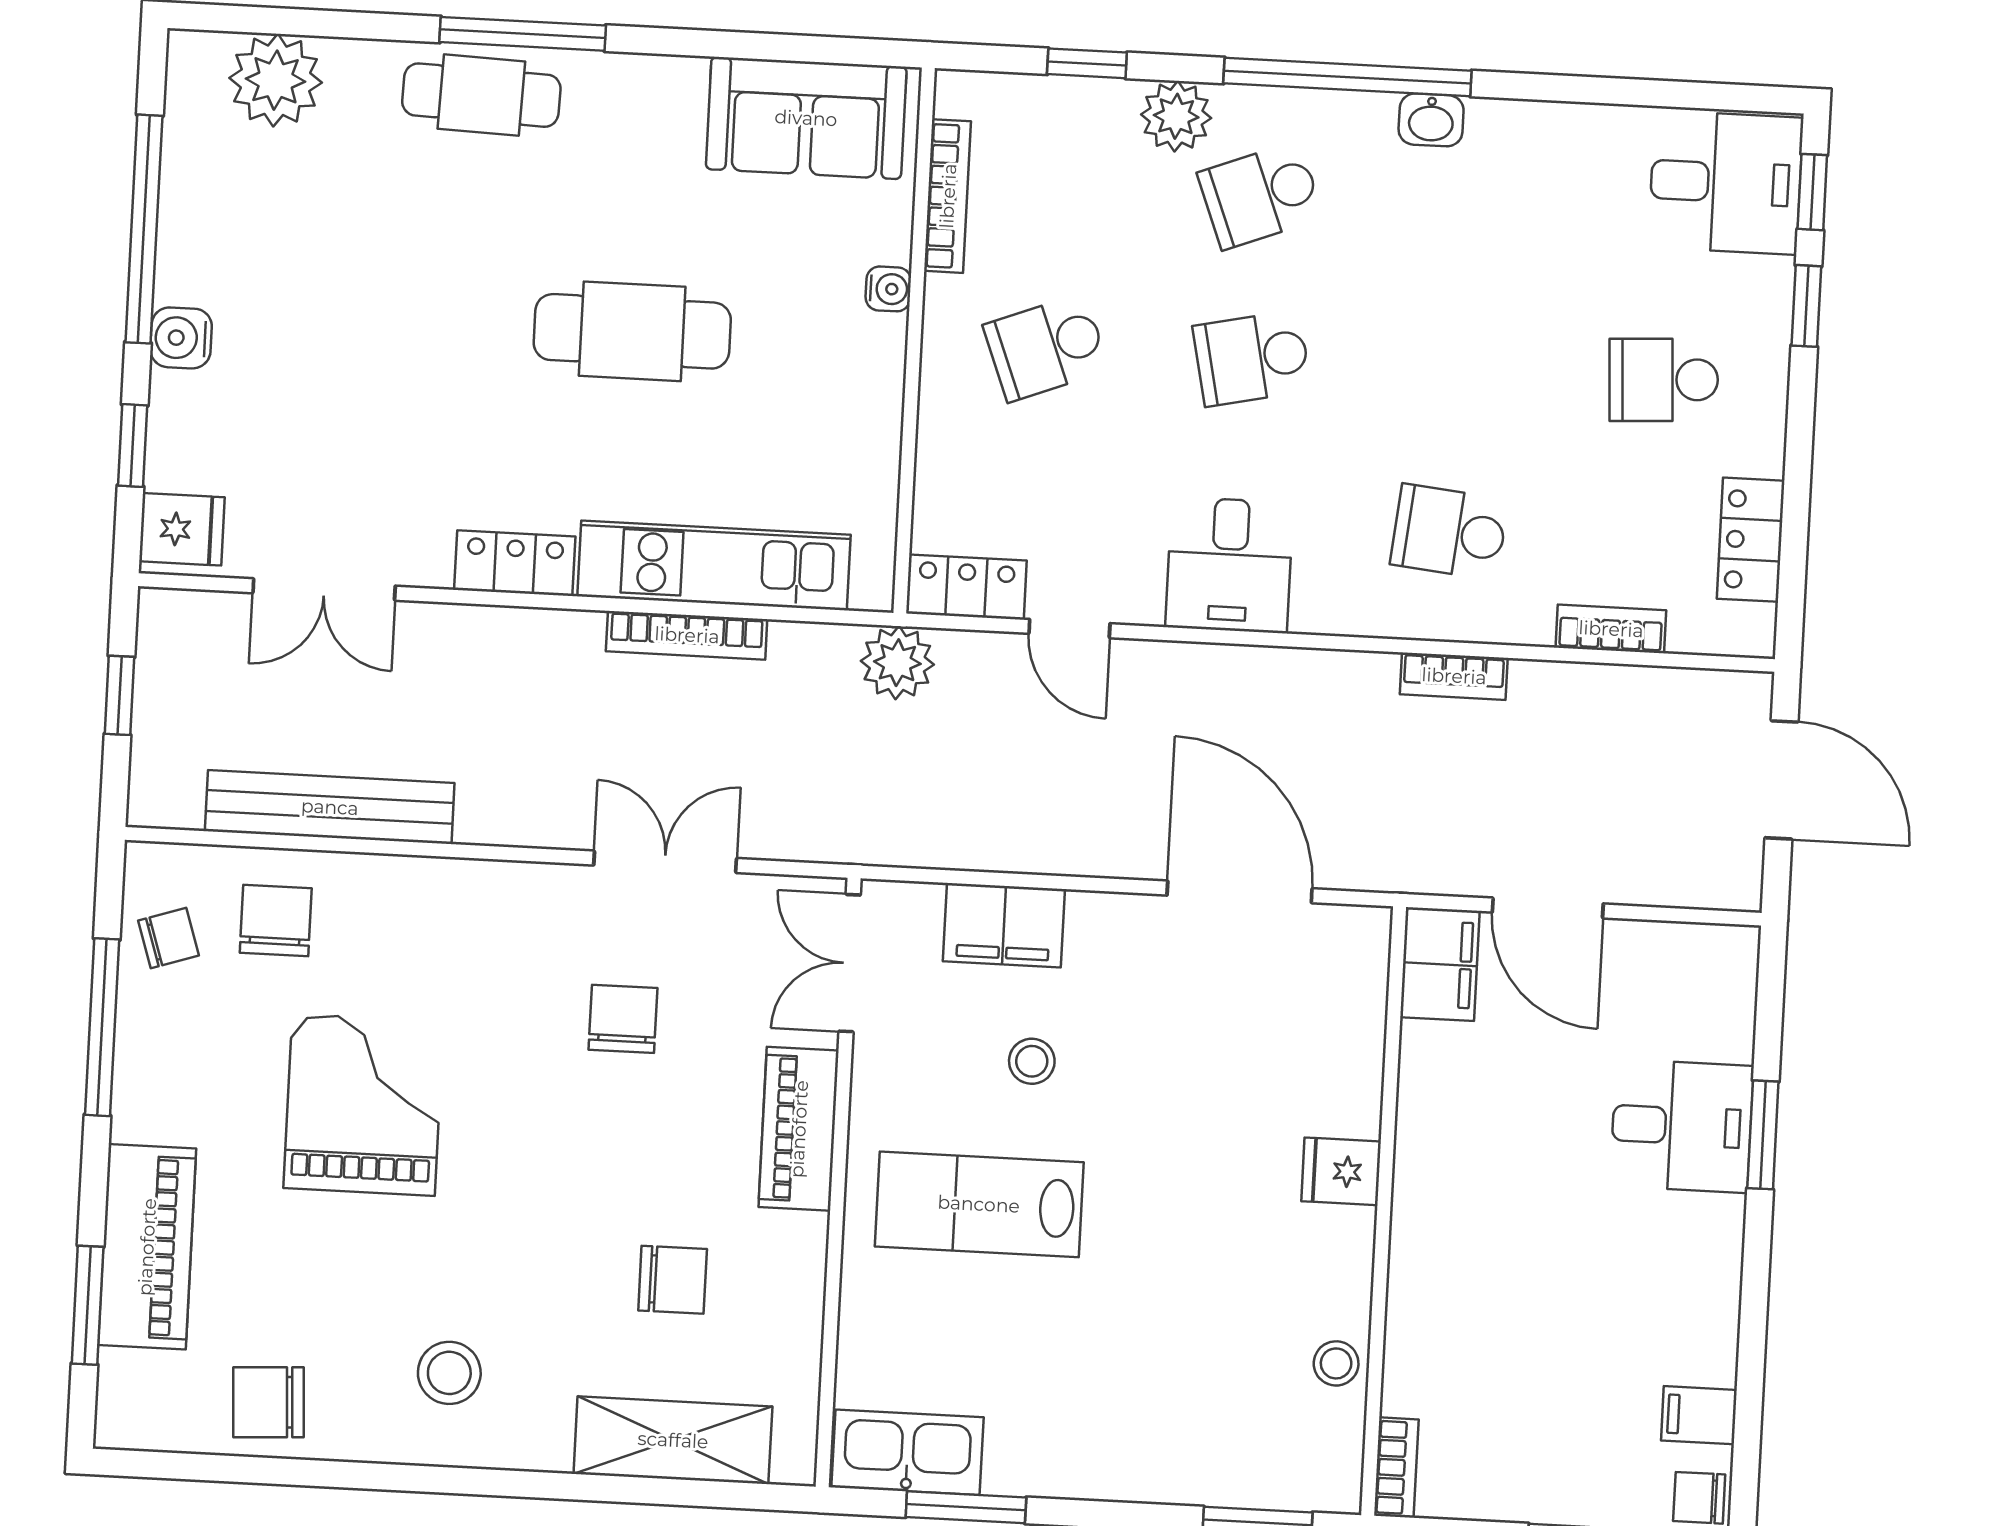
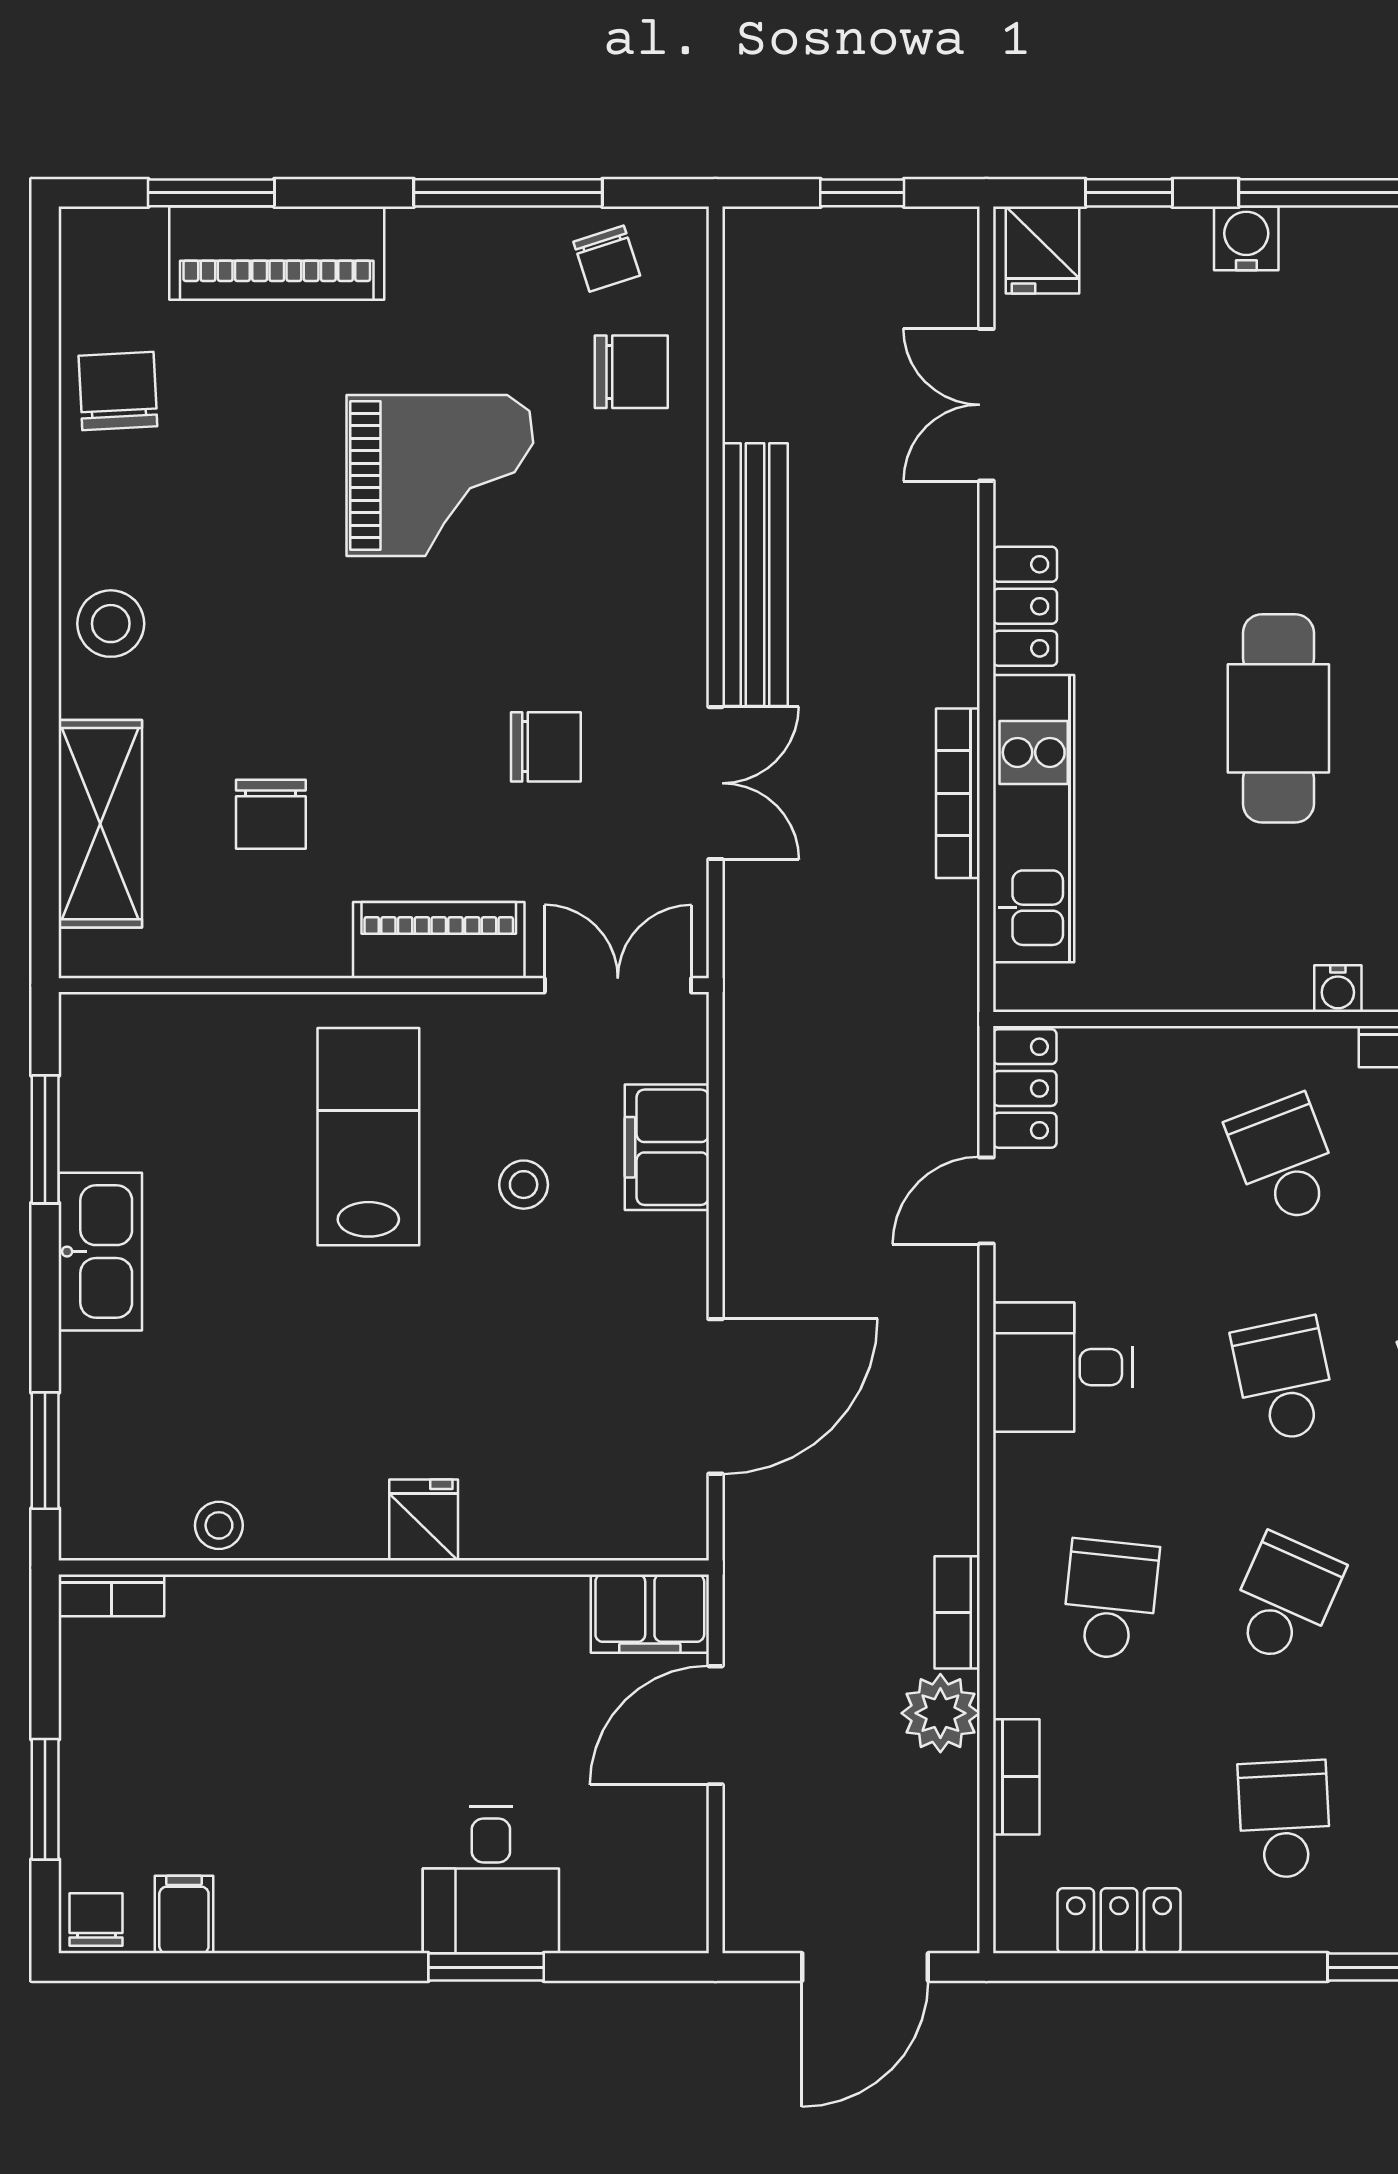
school desk: (1458, 369) -> (1284, 1600), added
plant: (897, 663) -> (940, 1713), moved
bench: (330, 807) -> (755, 575), moved
stool: (449, 1373) -> (111, 624), moved
kitchen sink: (908, 1452) -> (100, 1252), moved

